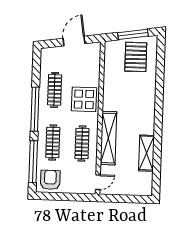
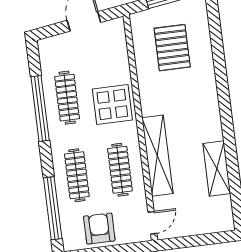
pallet: (136, 57) -> (172, 48), moved
window: (35, 109) -> (40, 109), moved
armchair: (50, 180) -> (99, 229), moved

